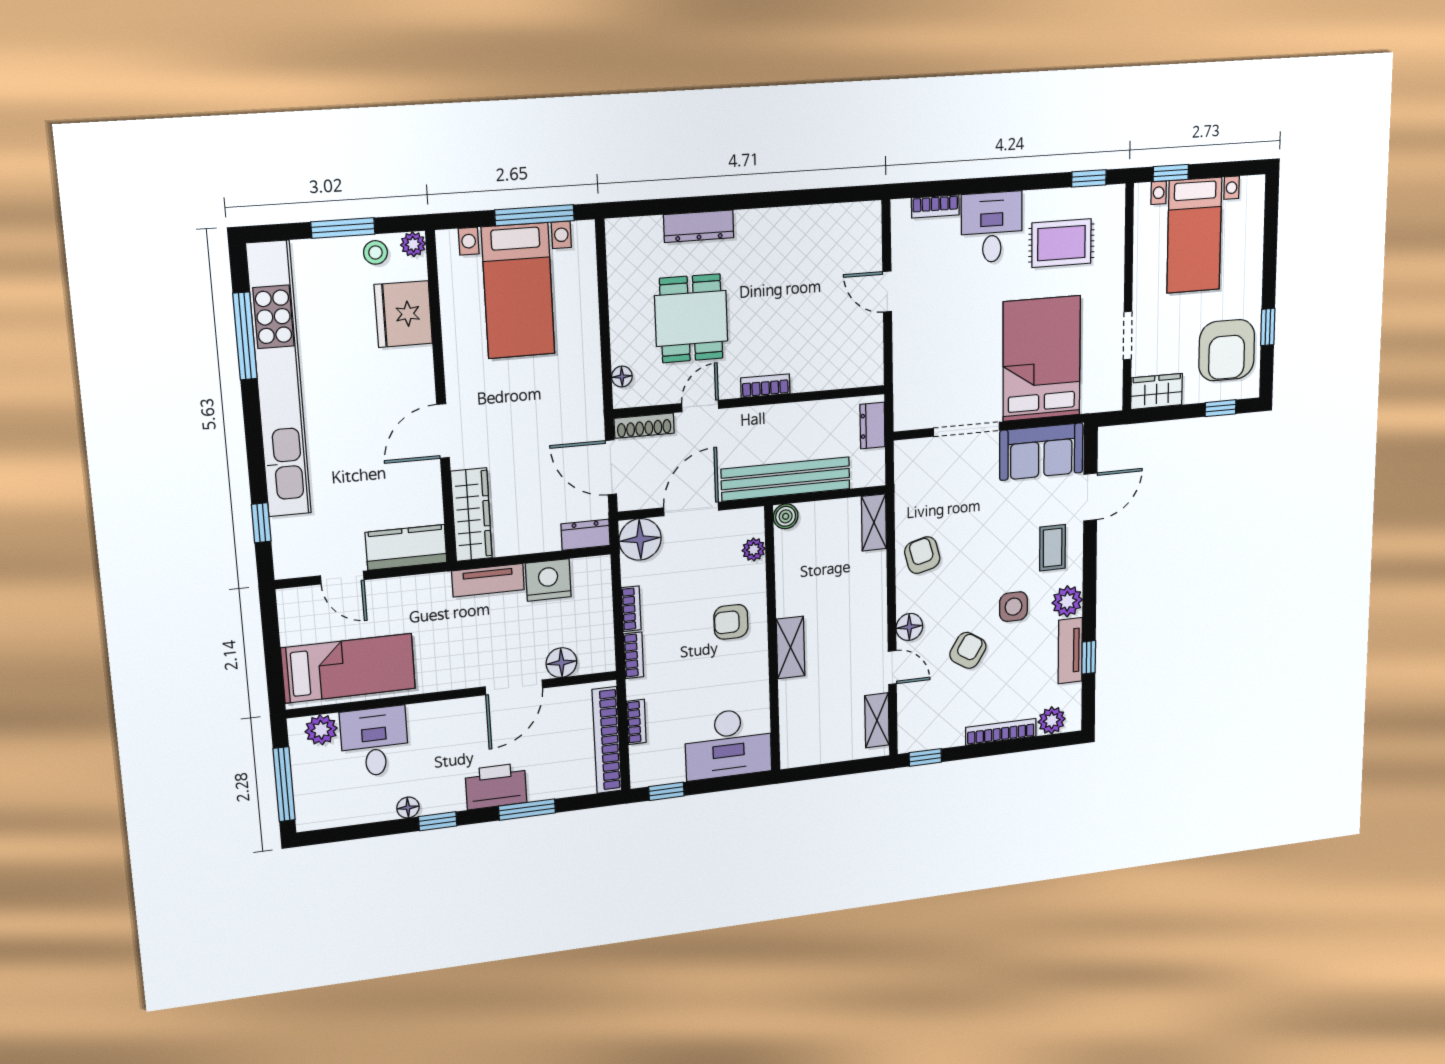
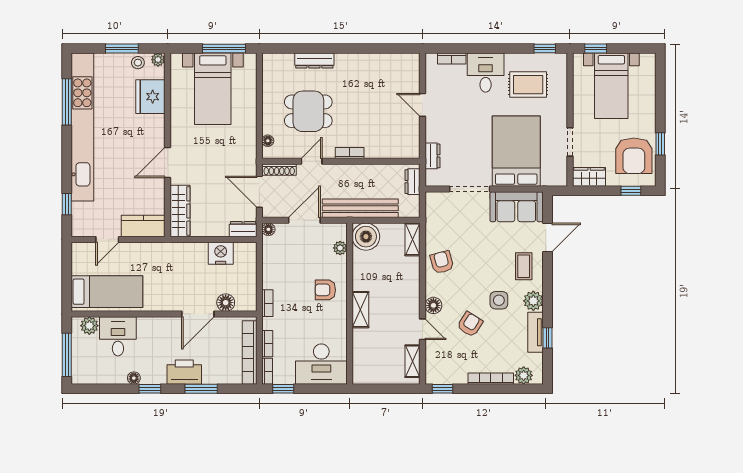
dining table: (691, 318) -> (308, 111), turned 90
dresser: (905, 379) -> (432, 156), added
boiler: (786, 516) -> (366, 237), width x1.86, depth x1.86
floor lamp: (640, 539) -> (268, 229), width x0.53, depth x0.53
door: (342, 578) -> (107, 239), hinge flipped
tv unit: (488, 580) -> (187, 250), removed
bookcase: (631, 609) -> (267, 371), moved

